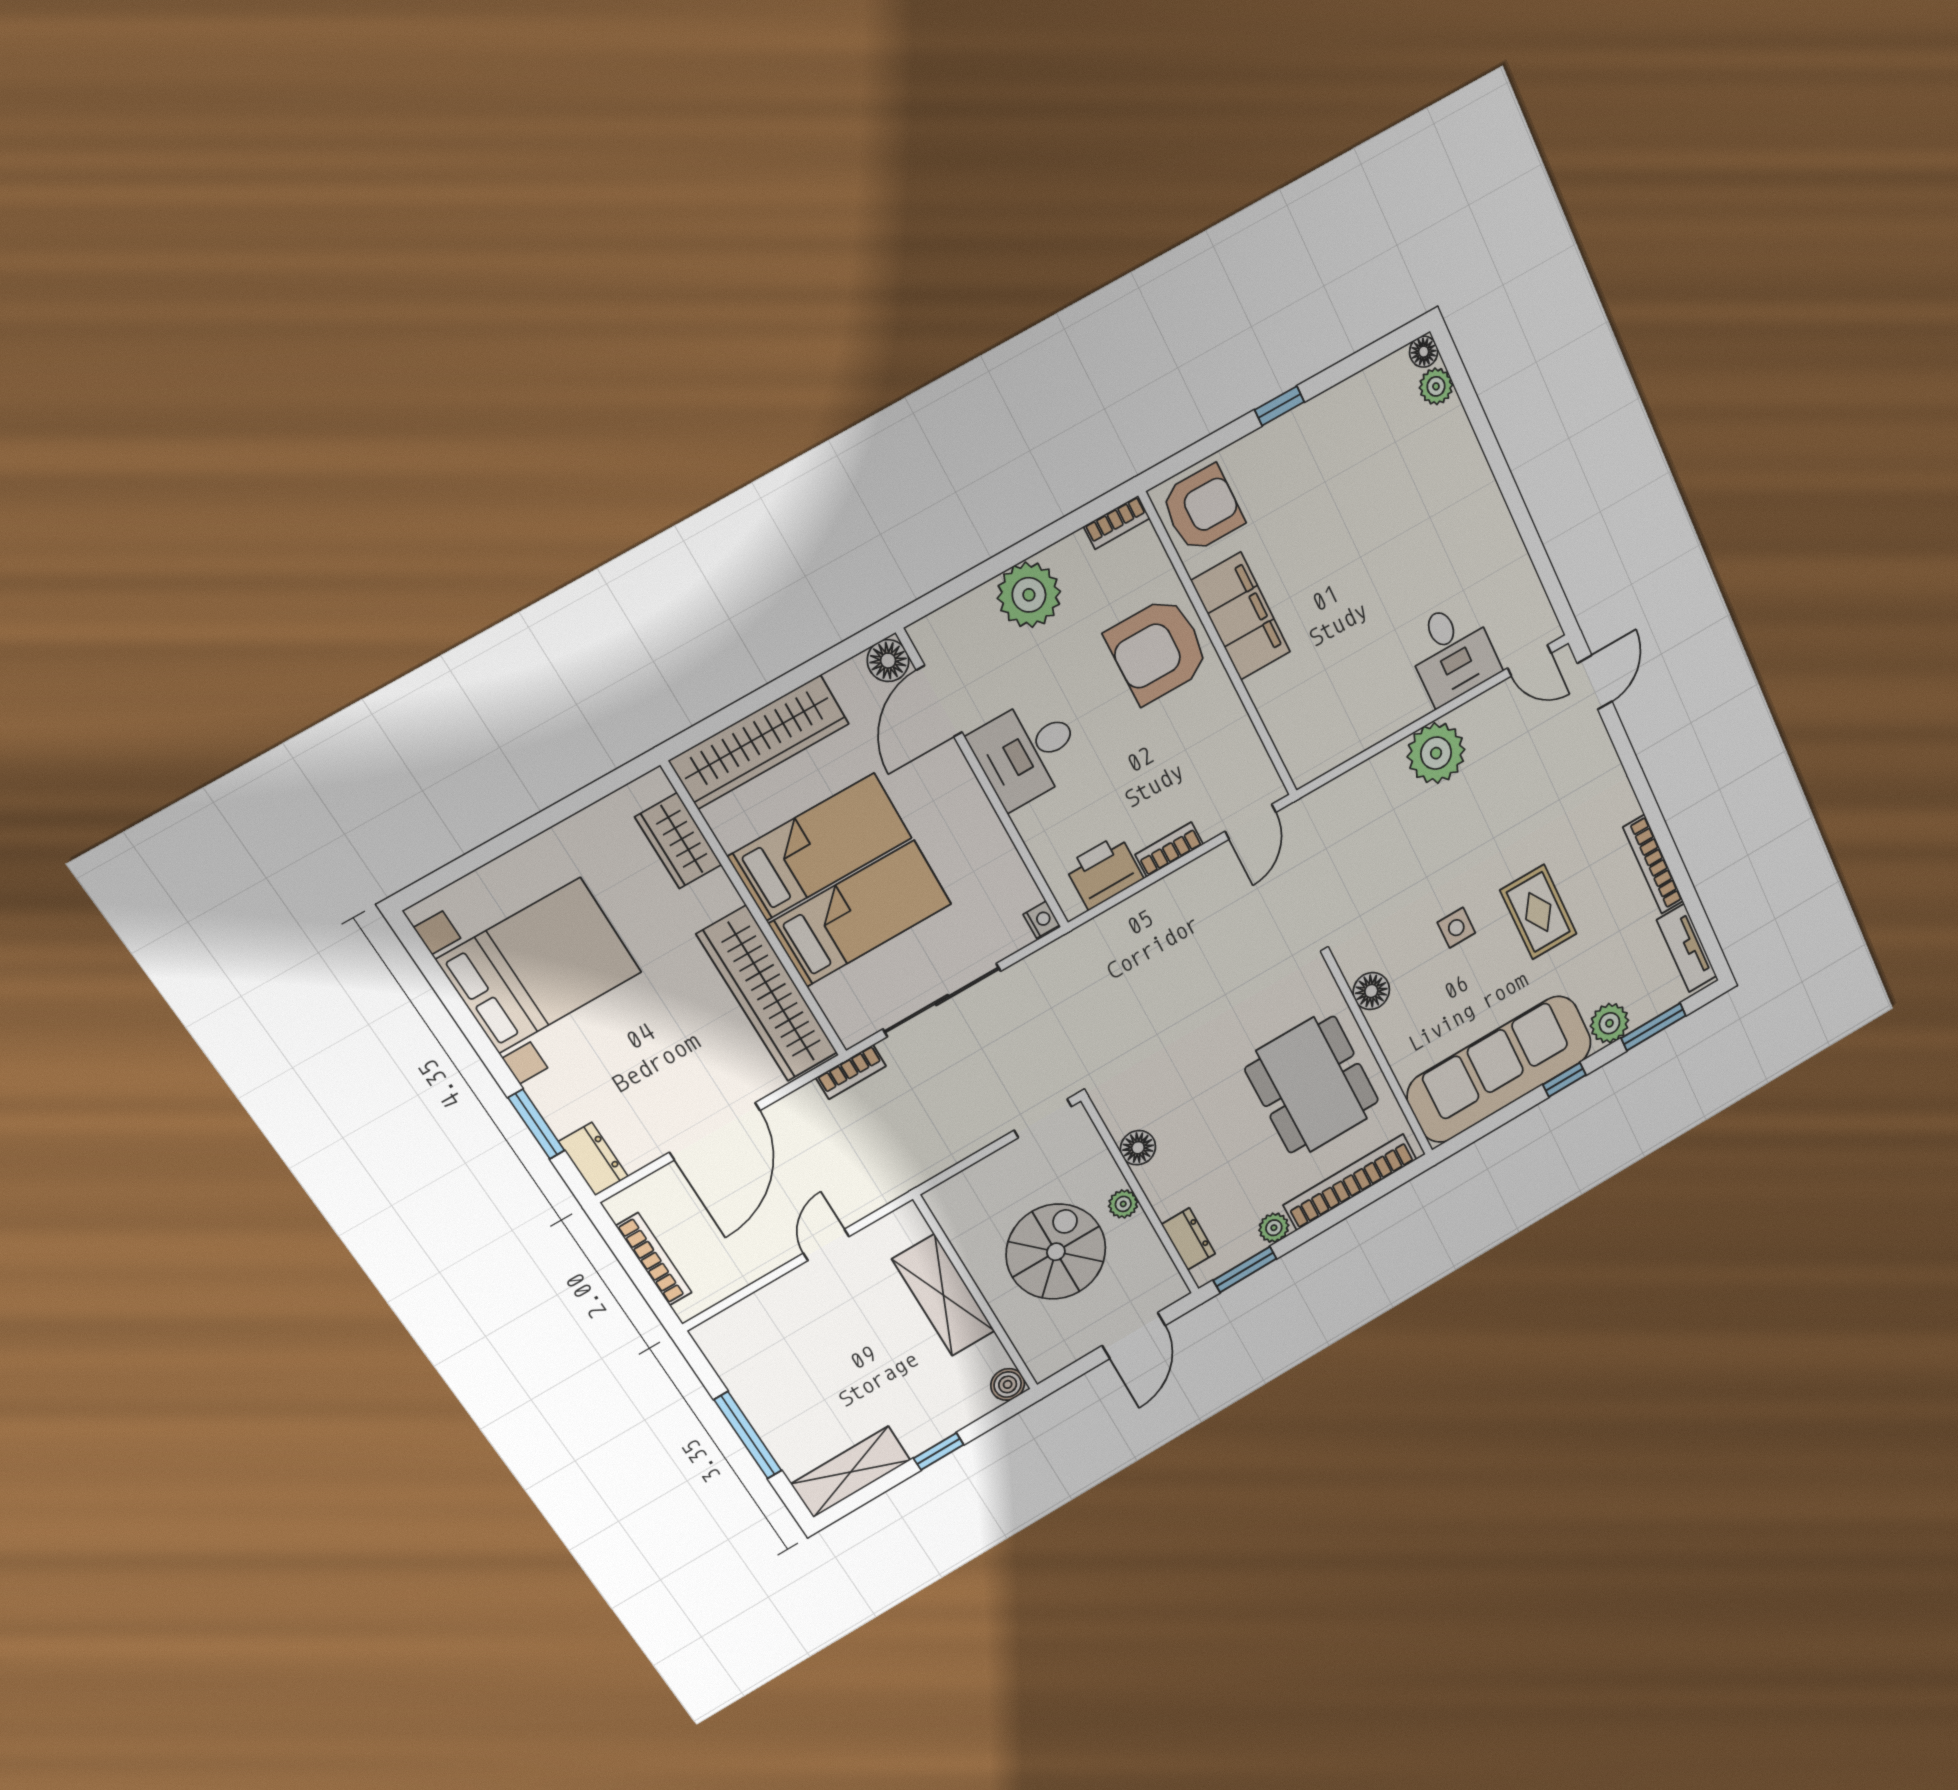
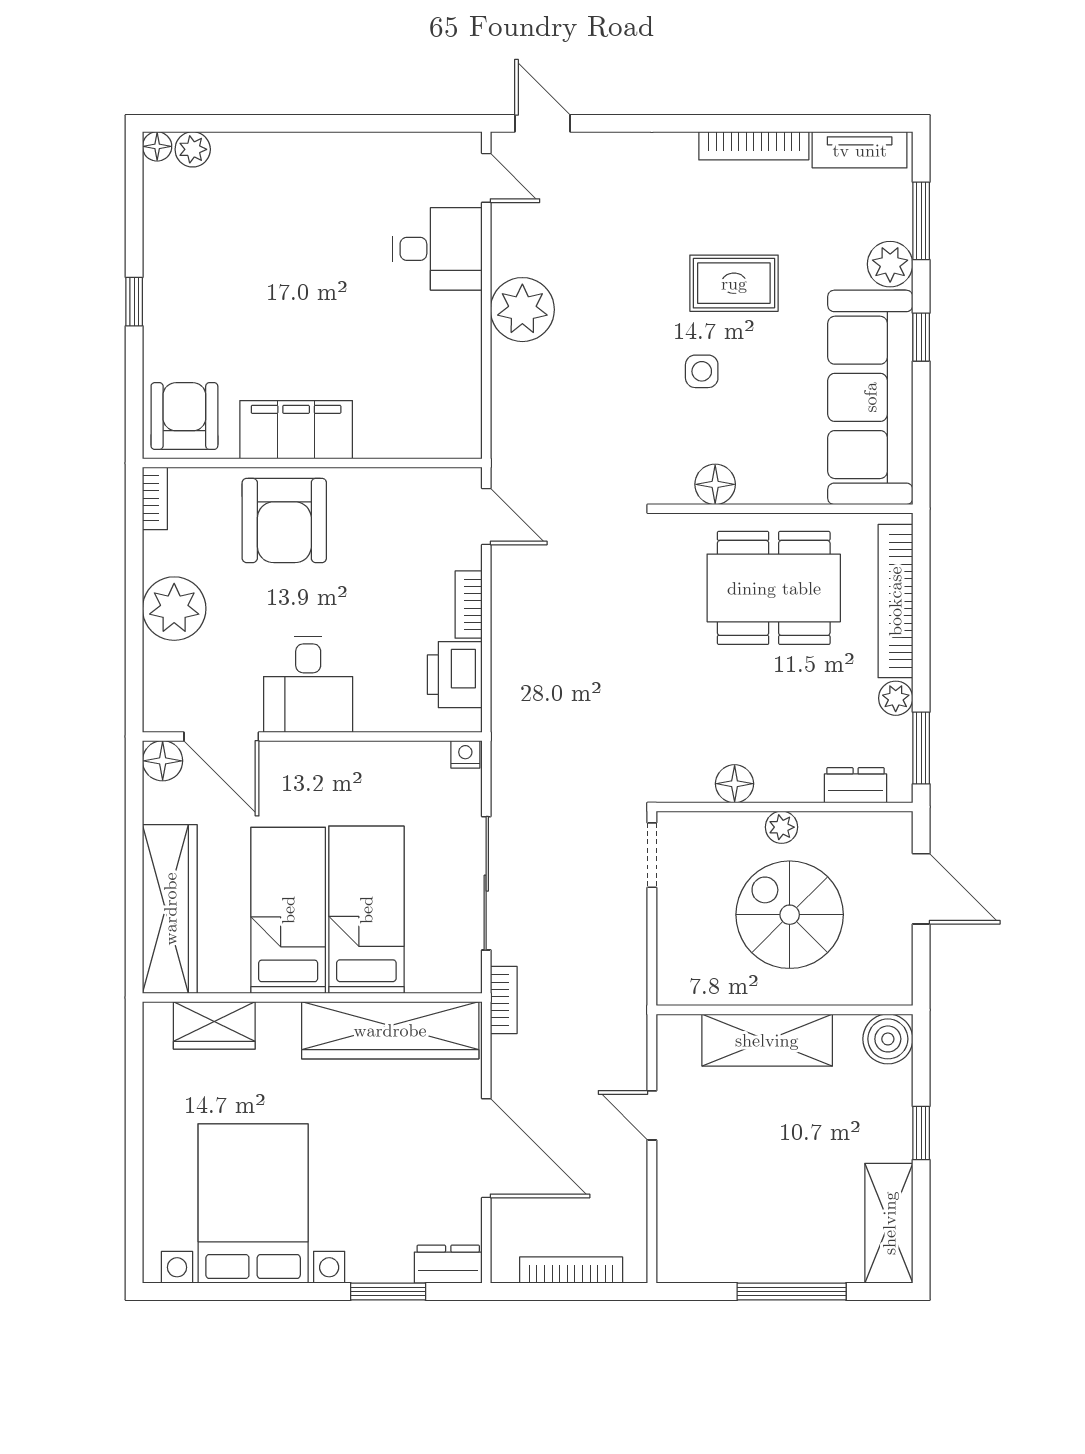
door: (1529, 661) -> (486, 178), hinge flipped
boiler: (1008, 1384) -> (888, 1039), width x1.36, depth x1.36

